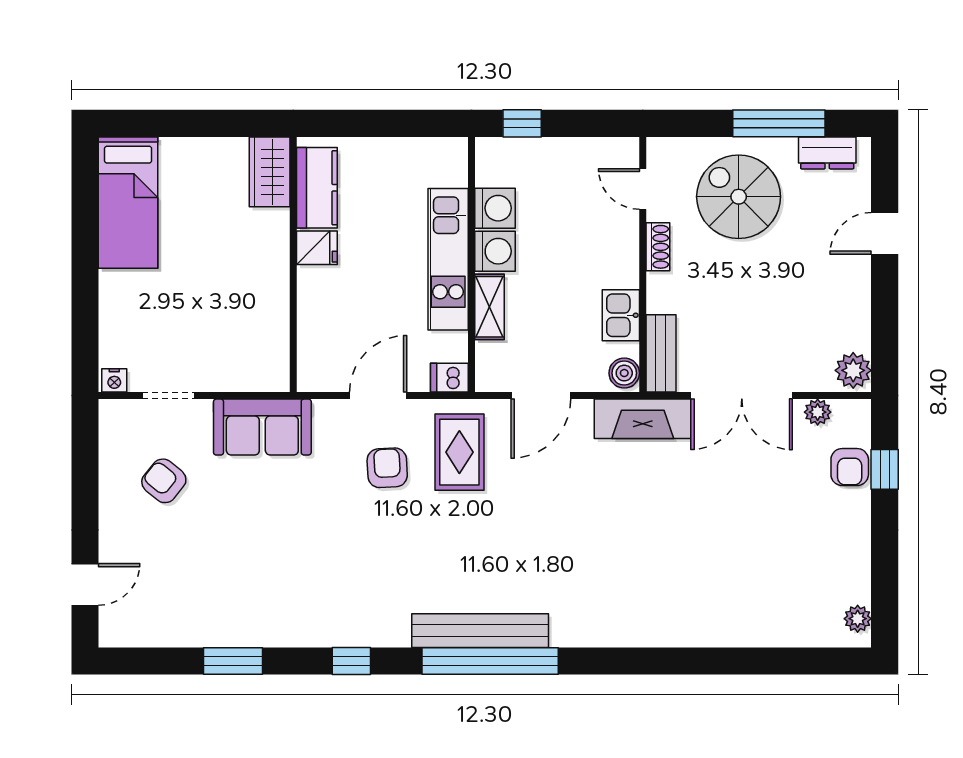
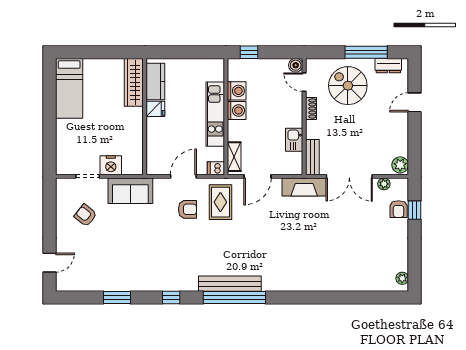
wardrobe: (270, 172) -> (134, 82), width x1.50
shelving: (489, 307) -> (234, 157), moved
boiler: (624, 373) -> (296, 65), moved
nightstand: (114, 380) -> (111, 165), moved, width x1.89, depth x1.79
armchair: (387, 468) -> (187, 209), turned 93

